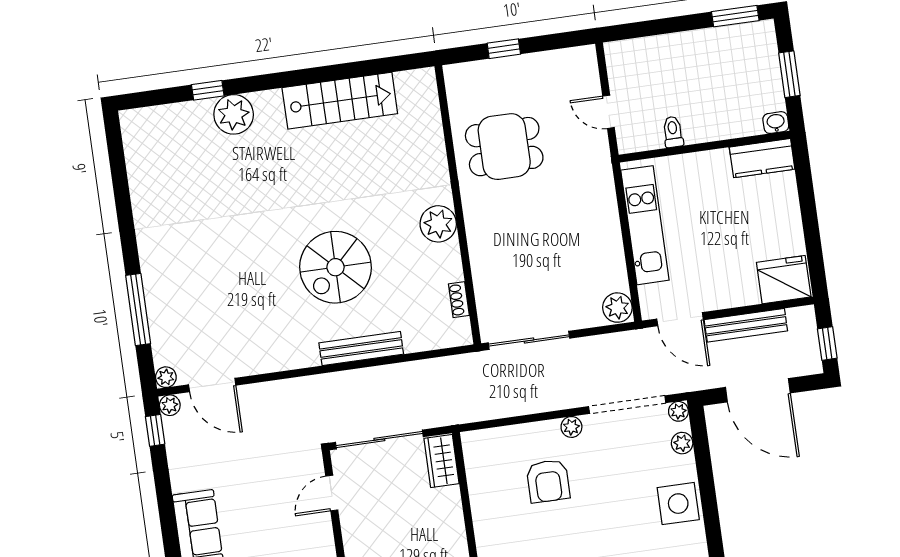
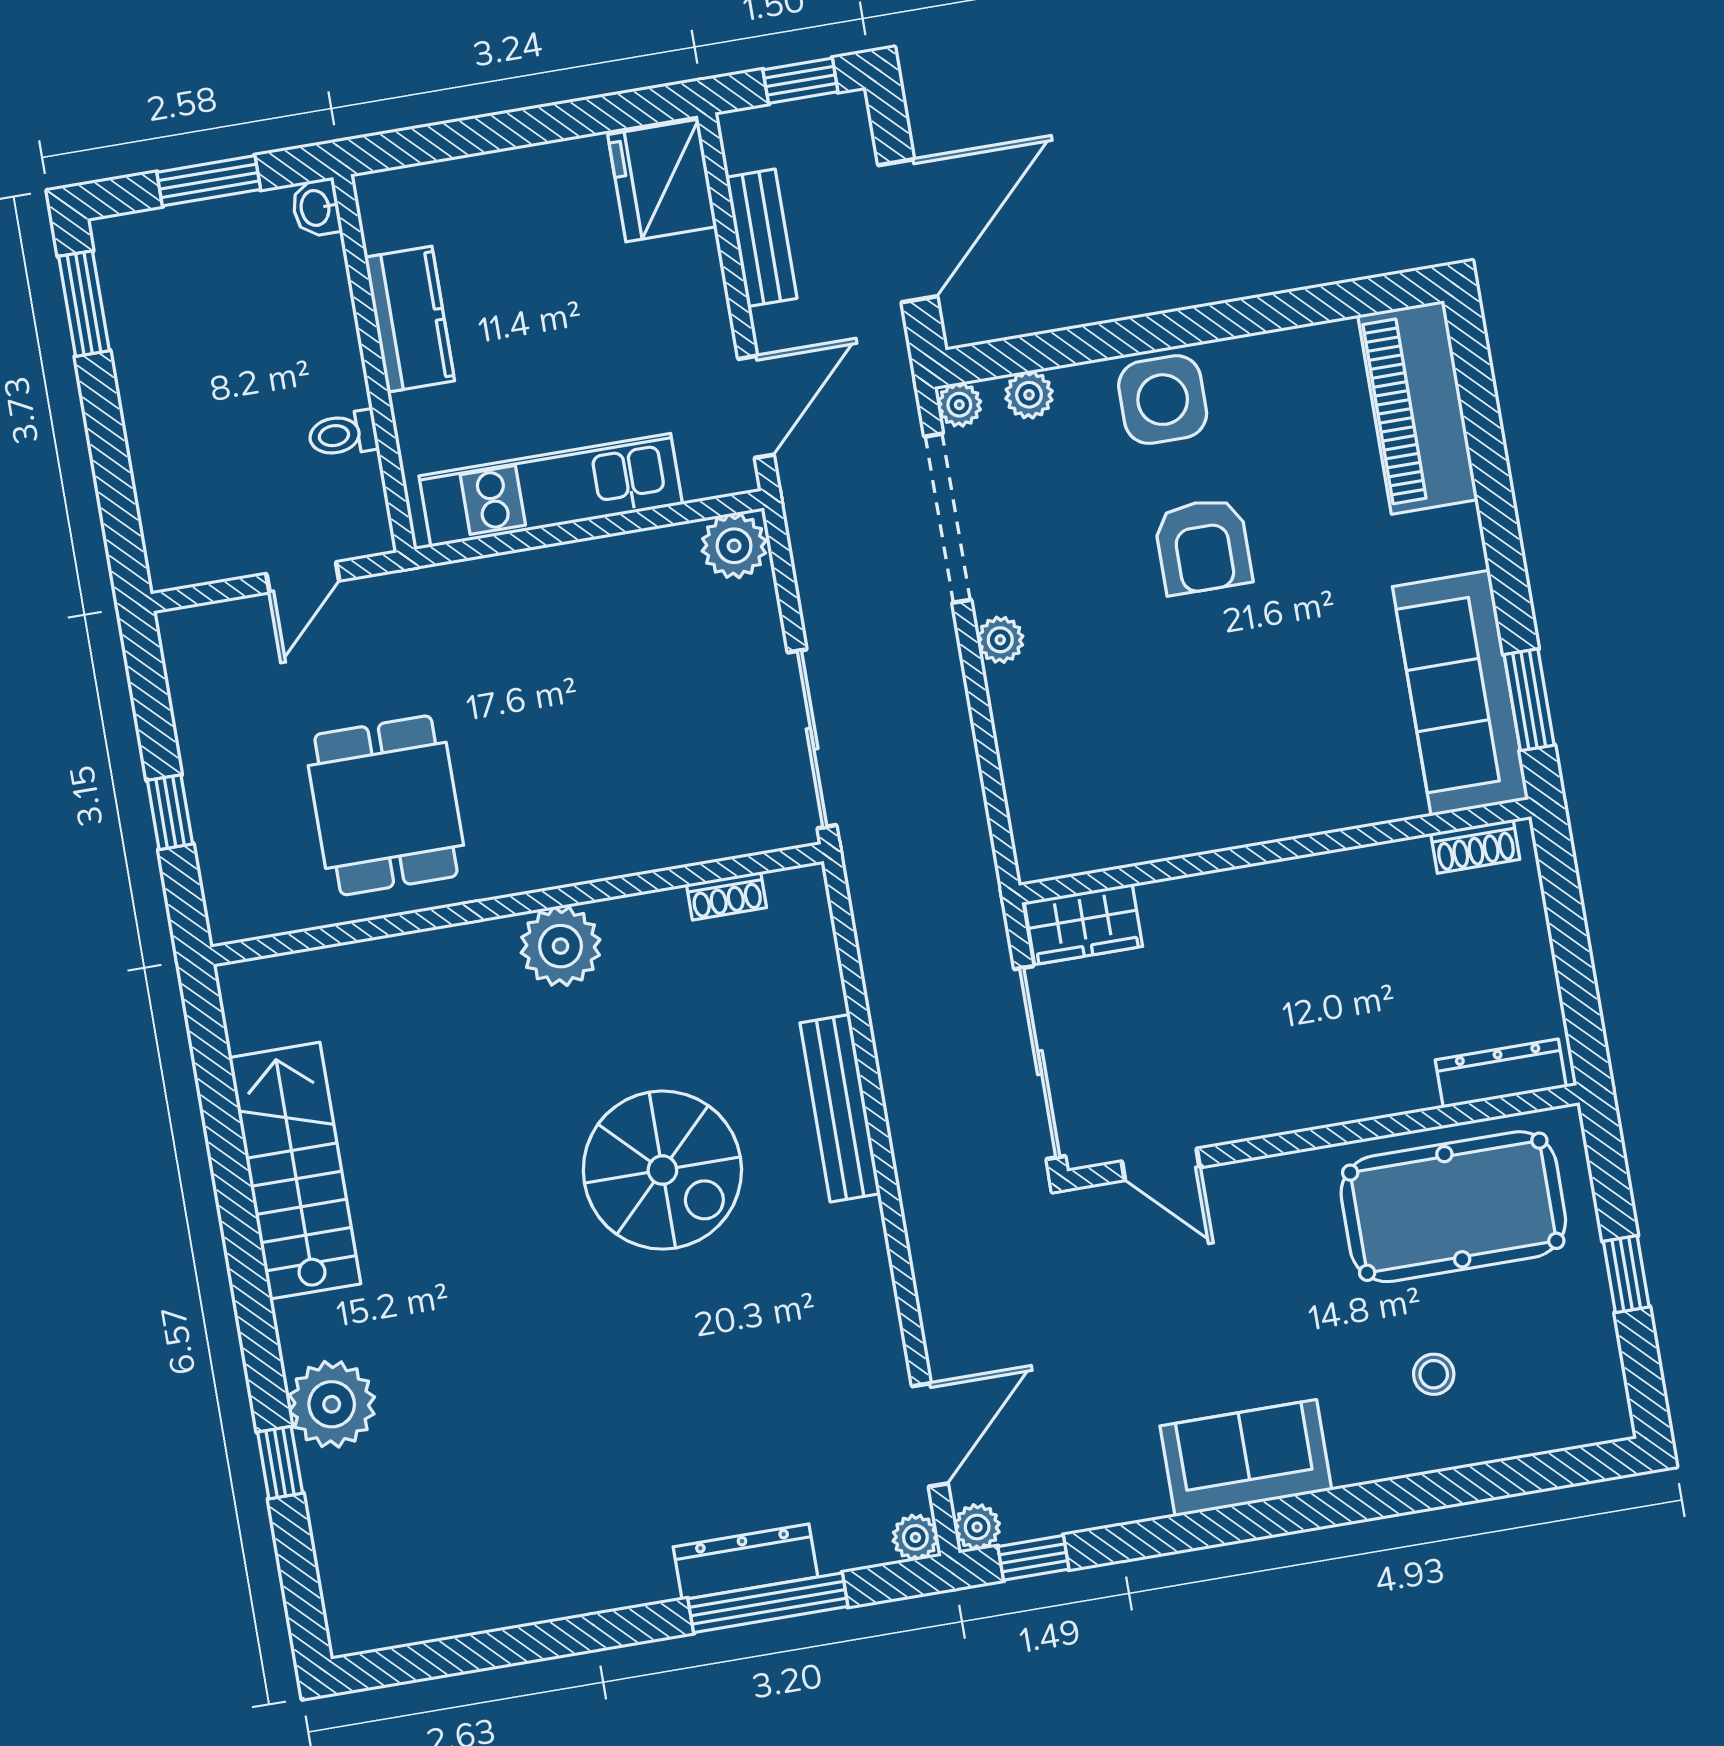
kitchen counter: (762, 158) -> (410, 319), moved
dresser: (157, 300) -> (746, 1562), added
bench: (746, 325) -> (761, 238), width x0.73
armchair: (548, 481) -> (1203, 546), moved, turned 90

